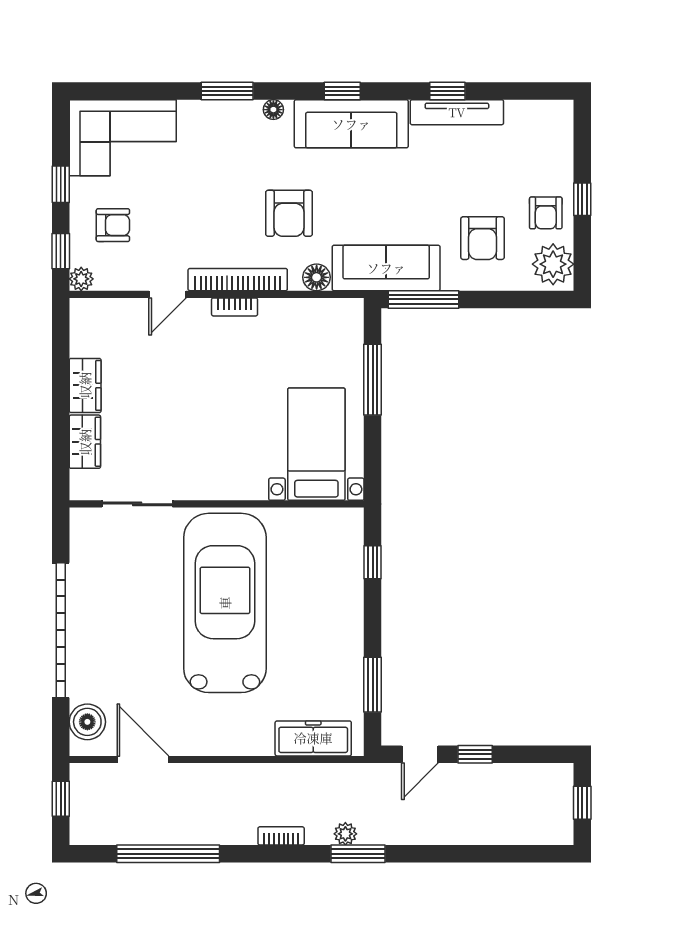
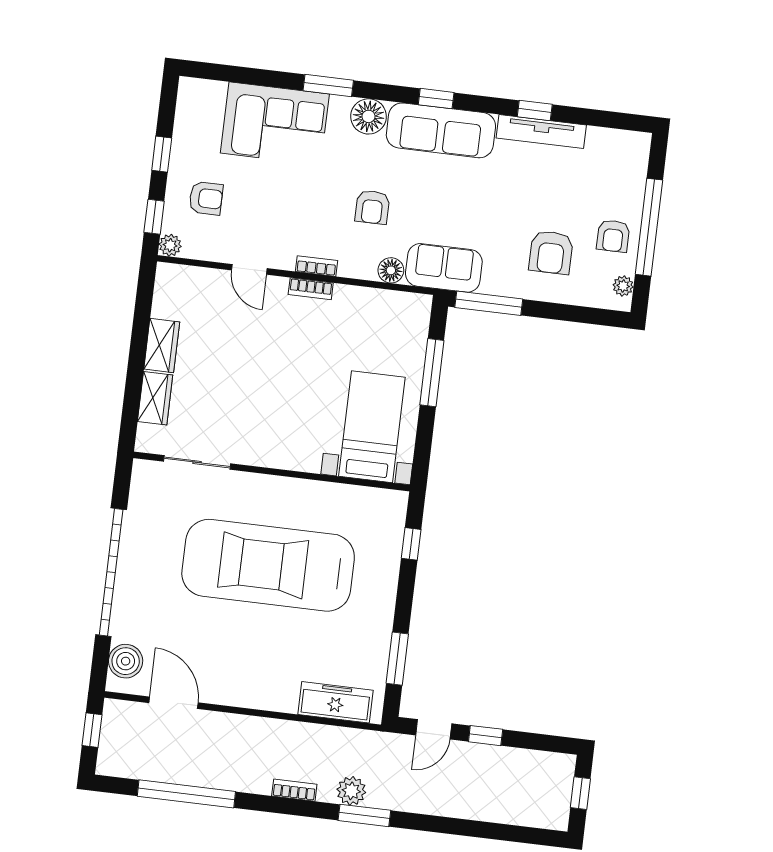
floor lamp: (273, 110) -> (369, 116), width x1.89, depth x1.89
corner sofa: (123, 138) -> (275, 123), moved
window: (582, 199) -> (649, 227), width x3.17
armchair: (289, 213) -> (372, 207), width x0.72, depth x0.72
plant: (553, 264) -> (623, 286), width x0.53, depth x0.53
sofa: (386, 268) -> (444, 268), width x0.73
bookcase: (238, 280) -> (316, 266), width x0.43, depth x0.76
door: (167, 294) -> (249, 269), hinge flipped
car: (225, 603) -> (268, 565), turned -90
plant: (345, 834) -> (351, 791), width x1.38, depth x1.38

